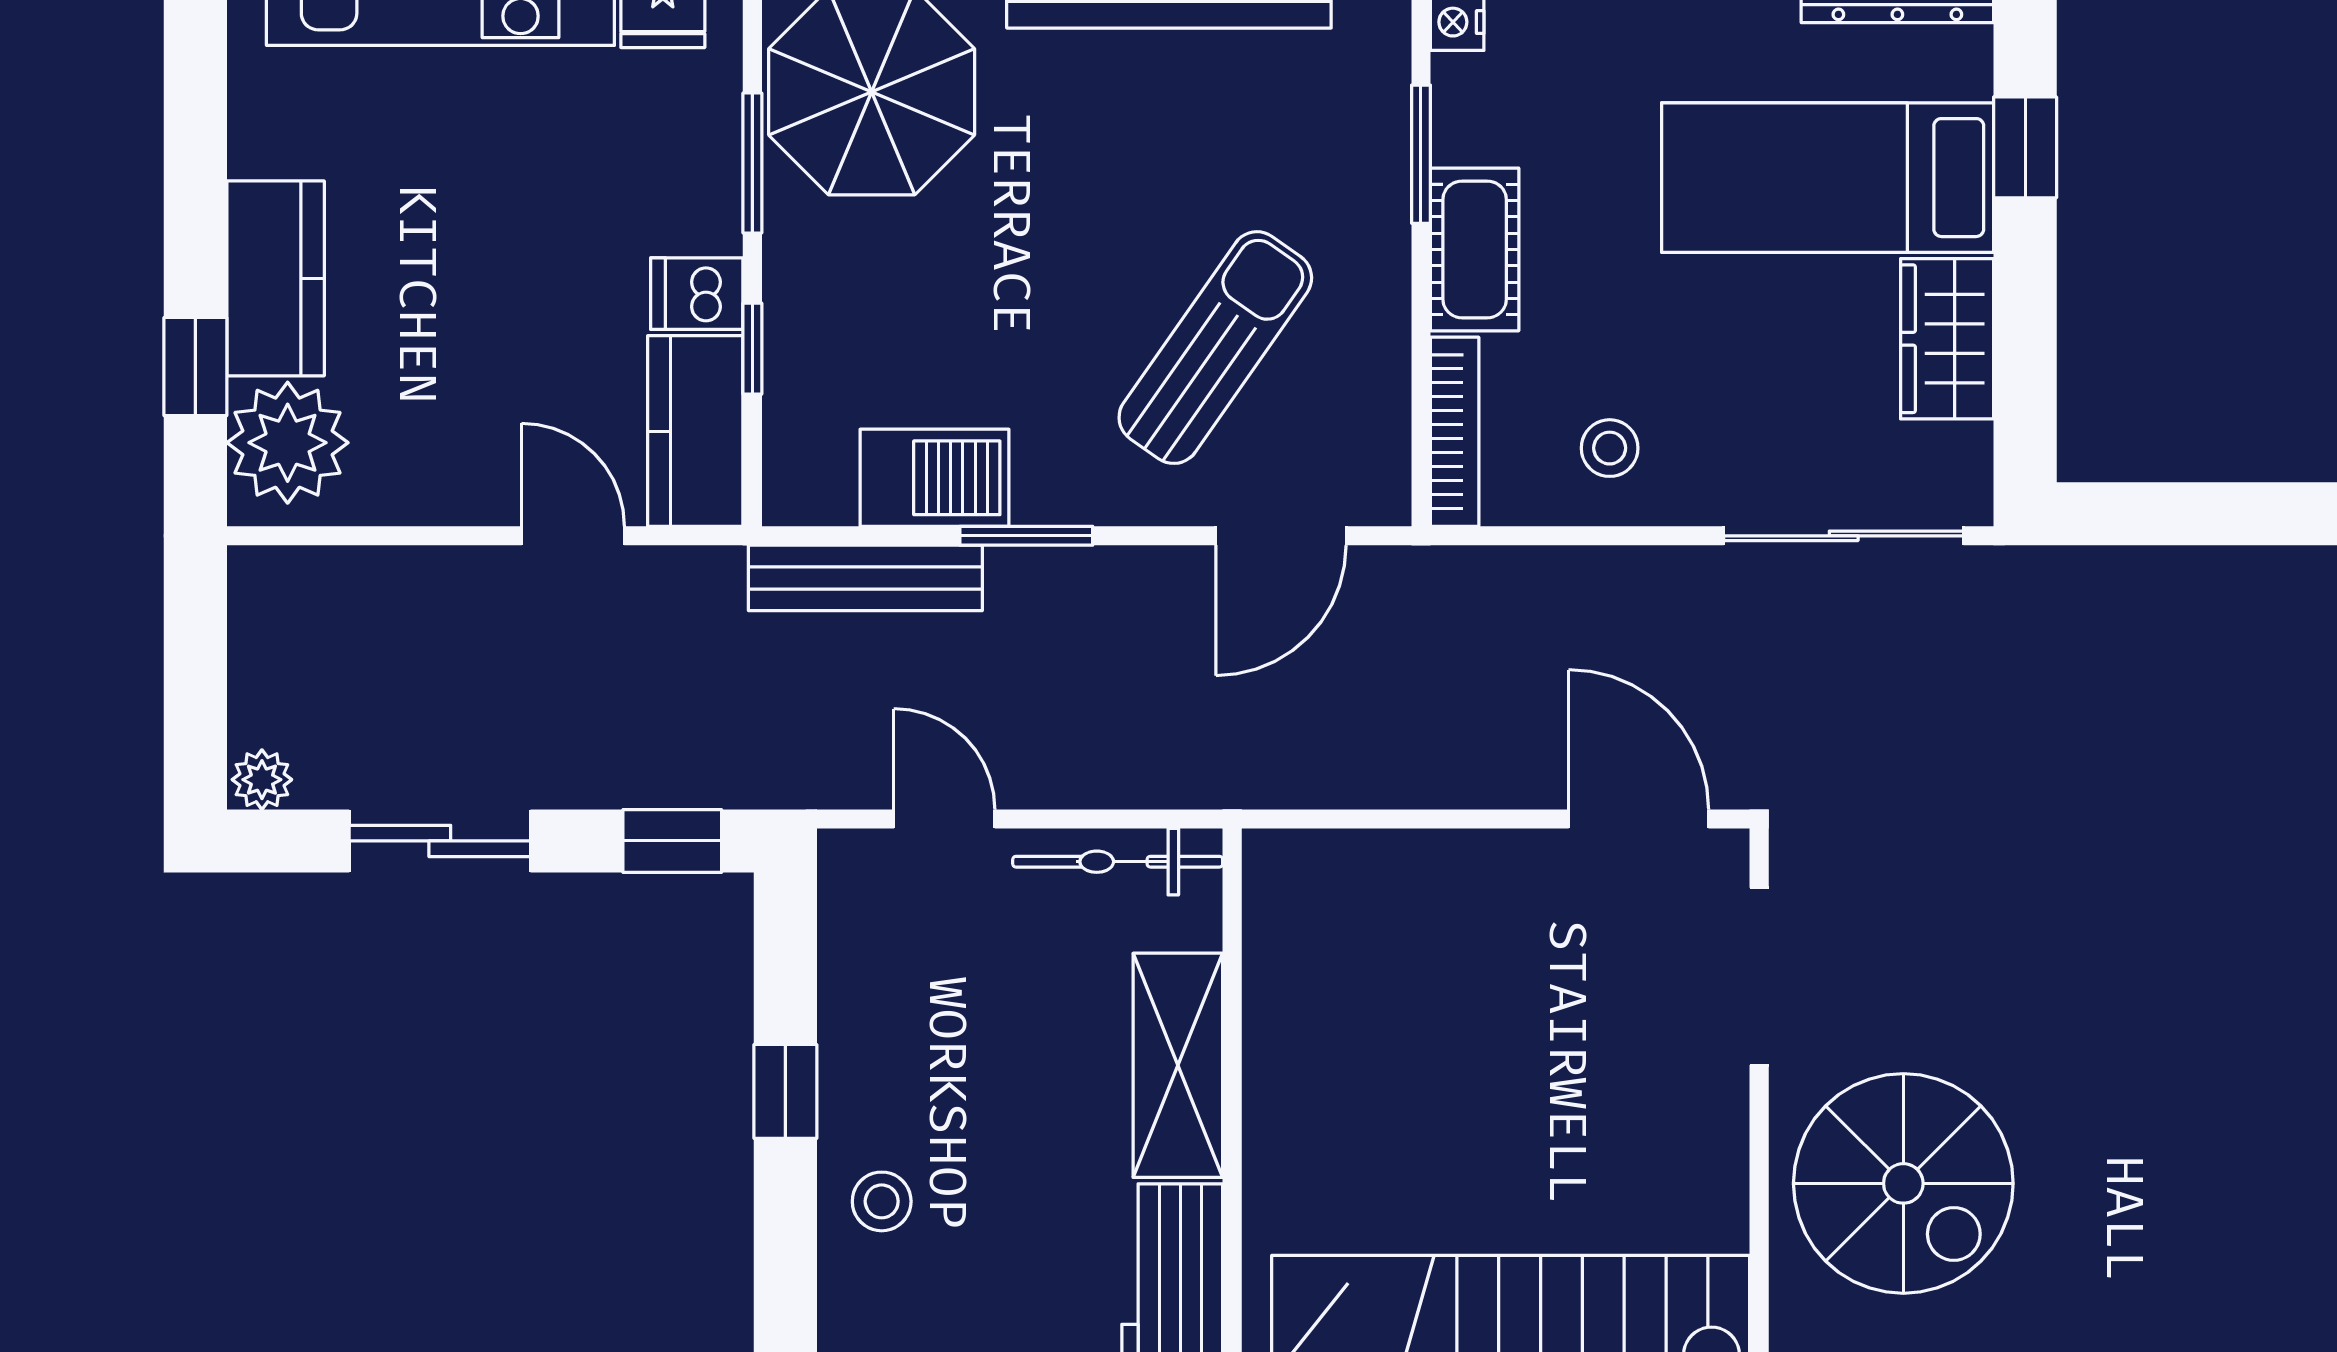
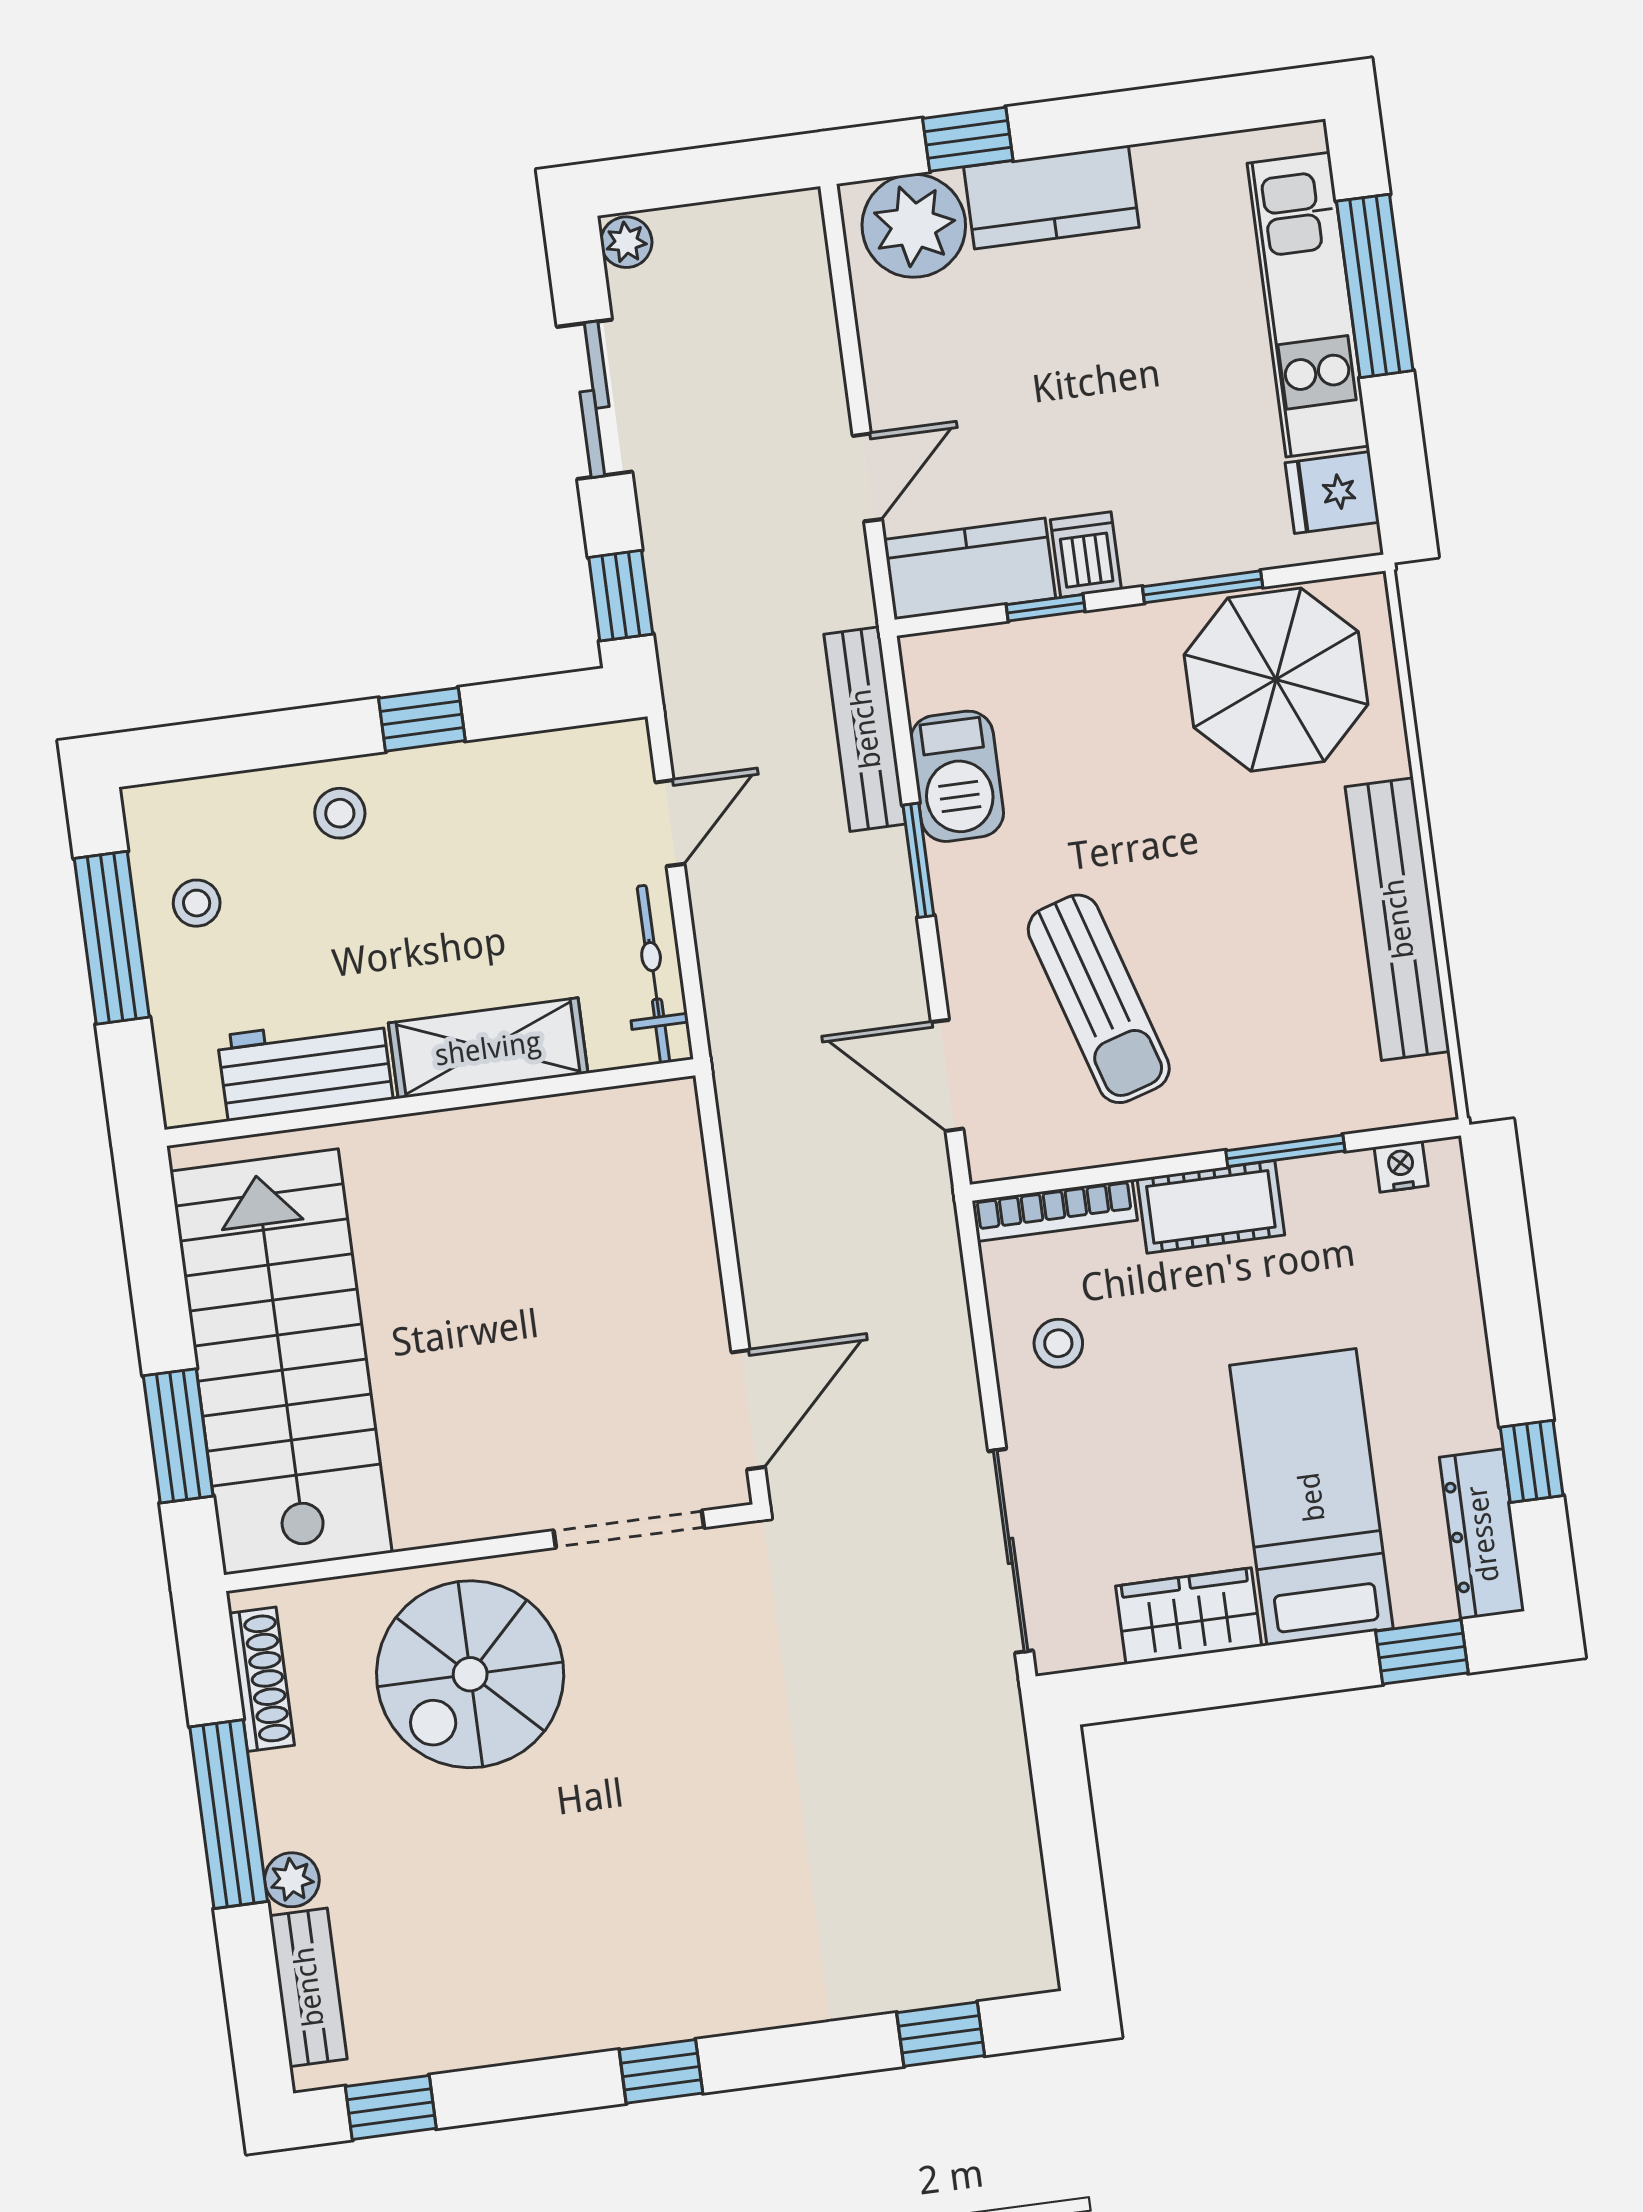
window: (2025, 147) -> (1422, 1652), moved
sun lounger: (1215, 348) -> (1099, 999), turned 38

